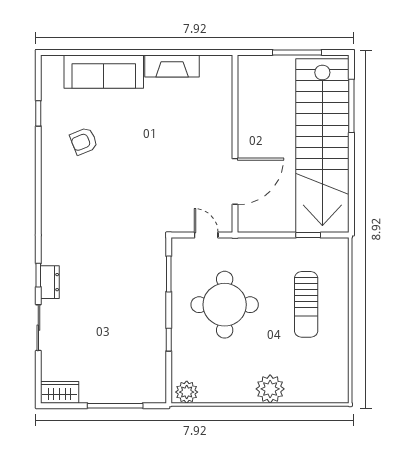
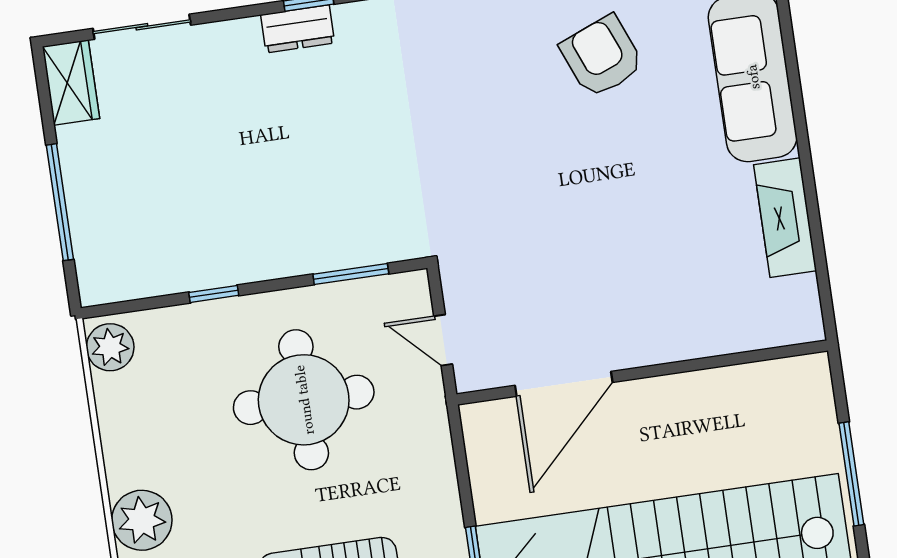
armchair: (84, 141) -> (602, 56), width x1.38, depth x1.38
door: (235, 181) -> (564, 384), hinge flipped
door: (206, 235) -> (443, 340), swing flipped
sliding door: (38, 328) -> (142, 27), moved

